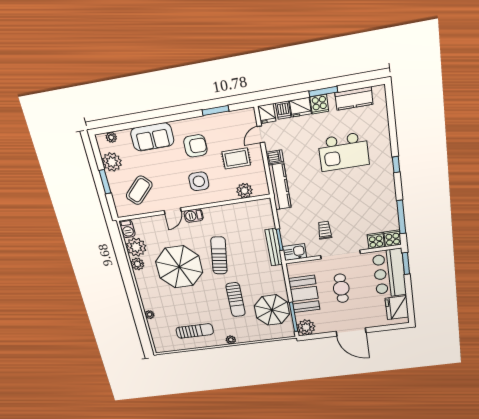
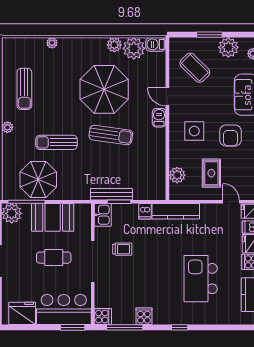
dishwasher: (275, 157) -> (145, 211), moved
cooker: (376, 241) -> (144, 316), moved, turned -90

